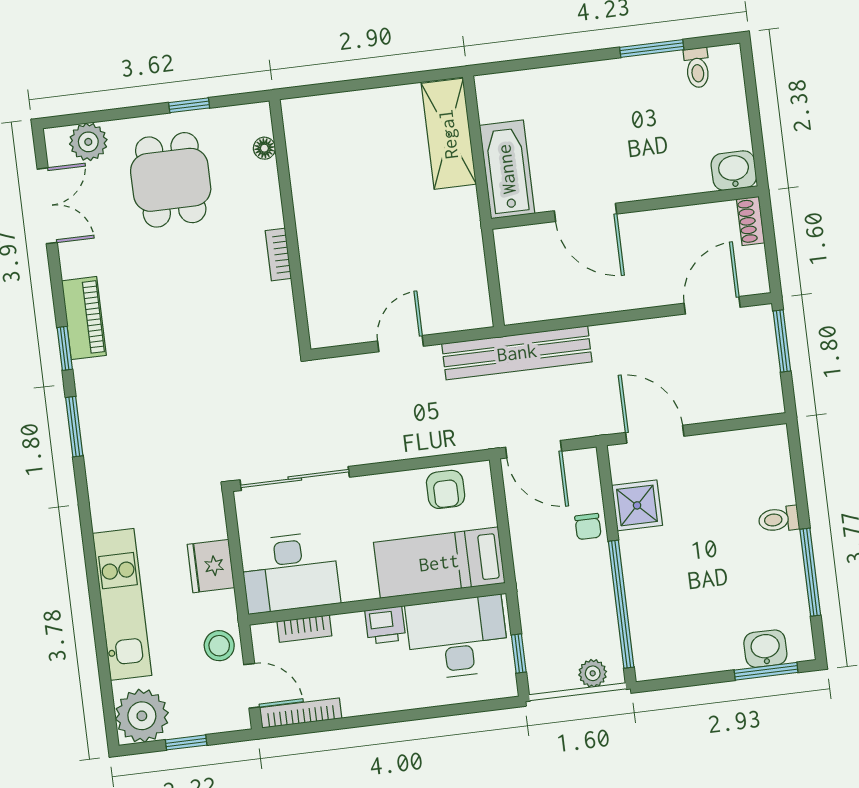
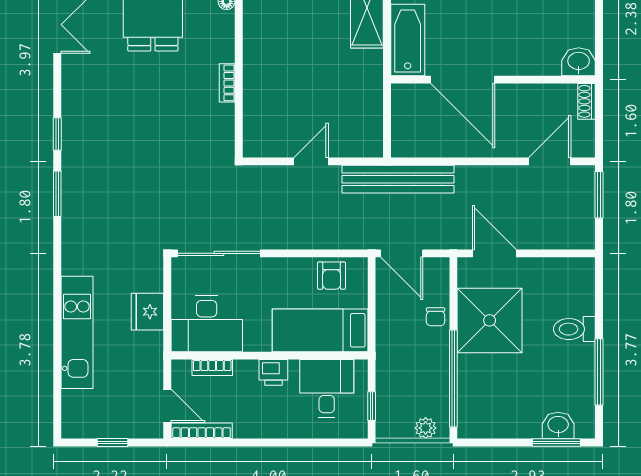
door: (586, 212) -> (463, 80), width x1.36
piano: (84, 318) -> (75, 113), removed
shower: (637, 505) -> (490, 320), width x1.86, depth x1.86
toilet: (779, 519) -> (574, 329), width x1.37, depth x1.39
desk: (457, 638) -> (327, 388), width x0.73
stool: (219, 646) -> (146, 373), removed
plant: (142, 716) -> (82, 418), removed

